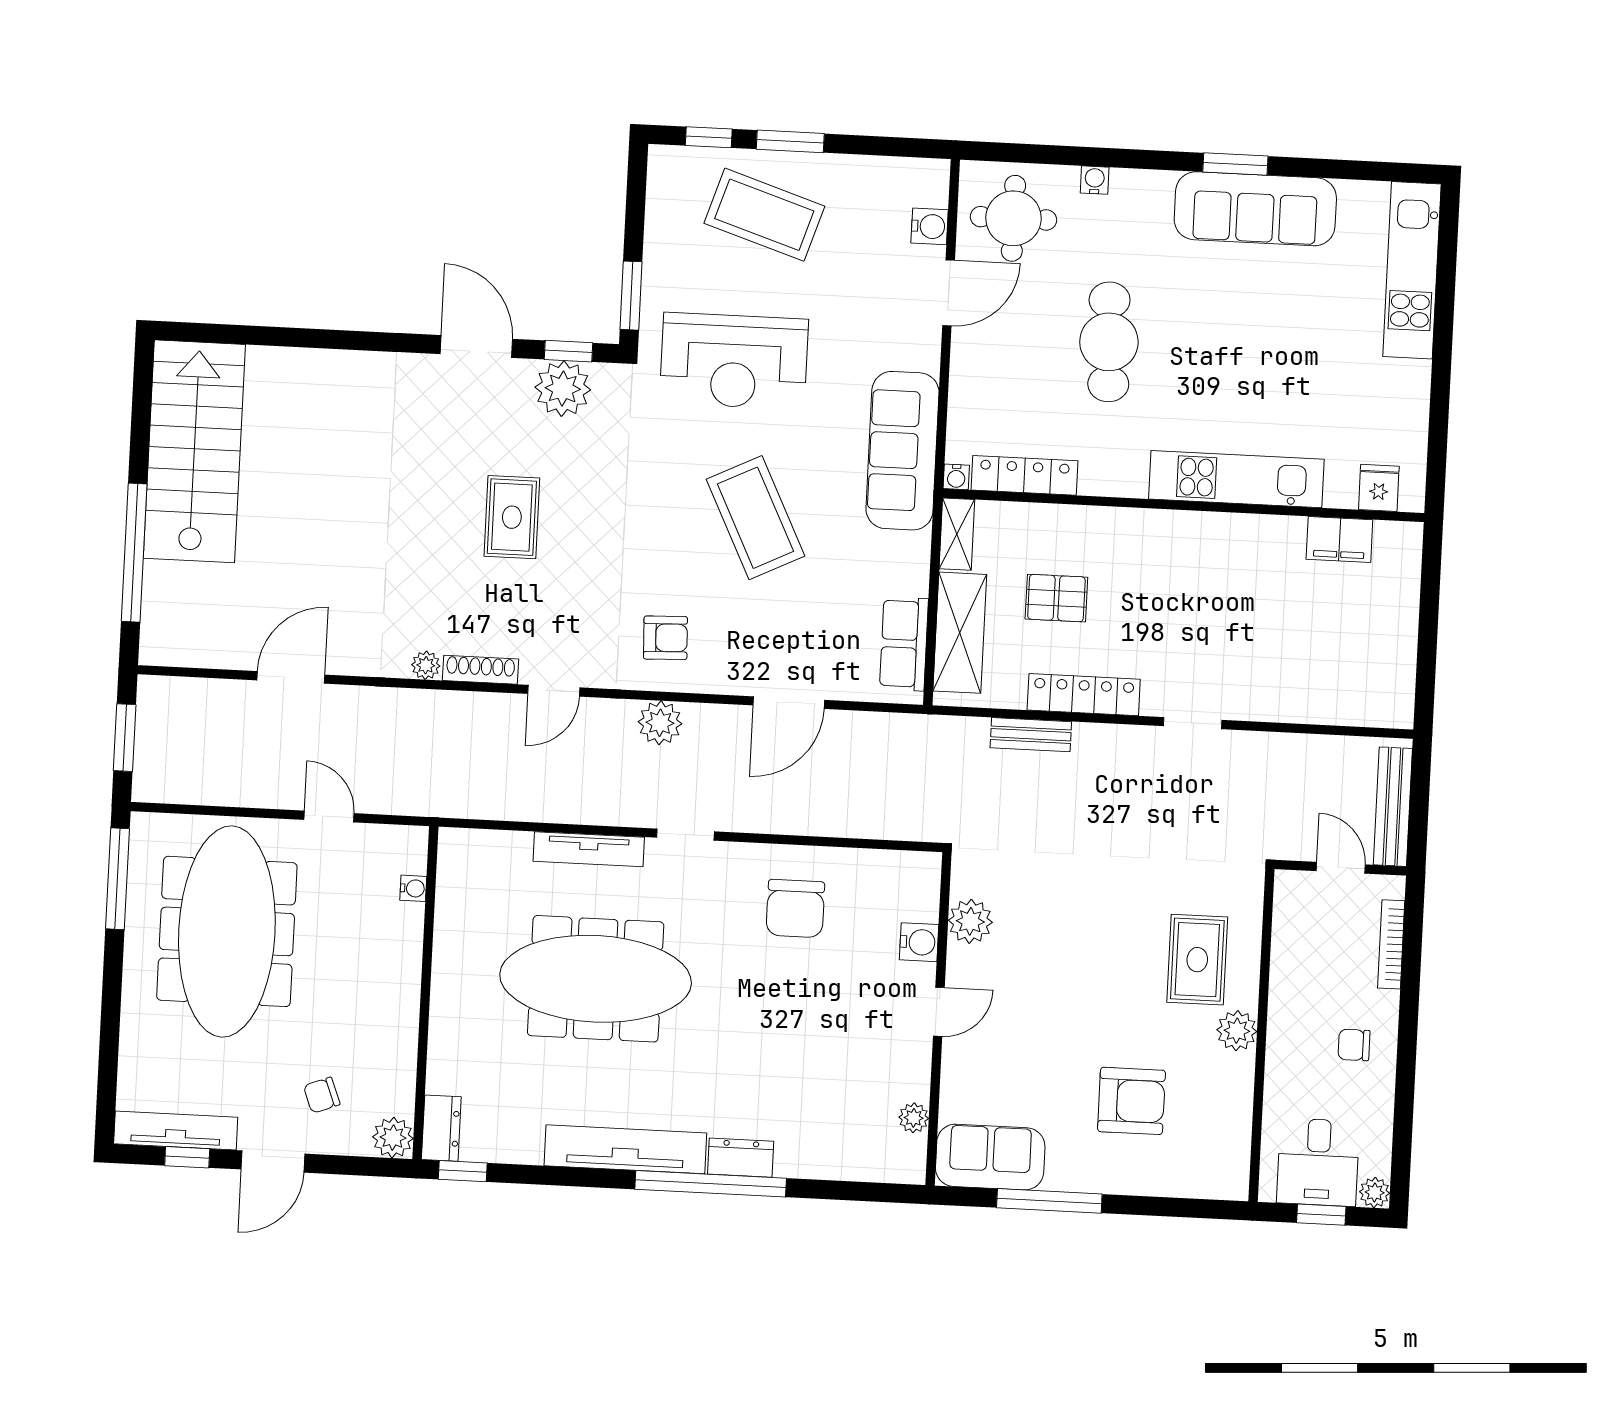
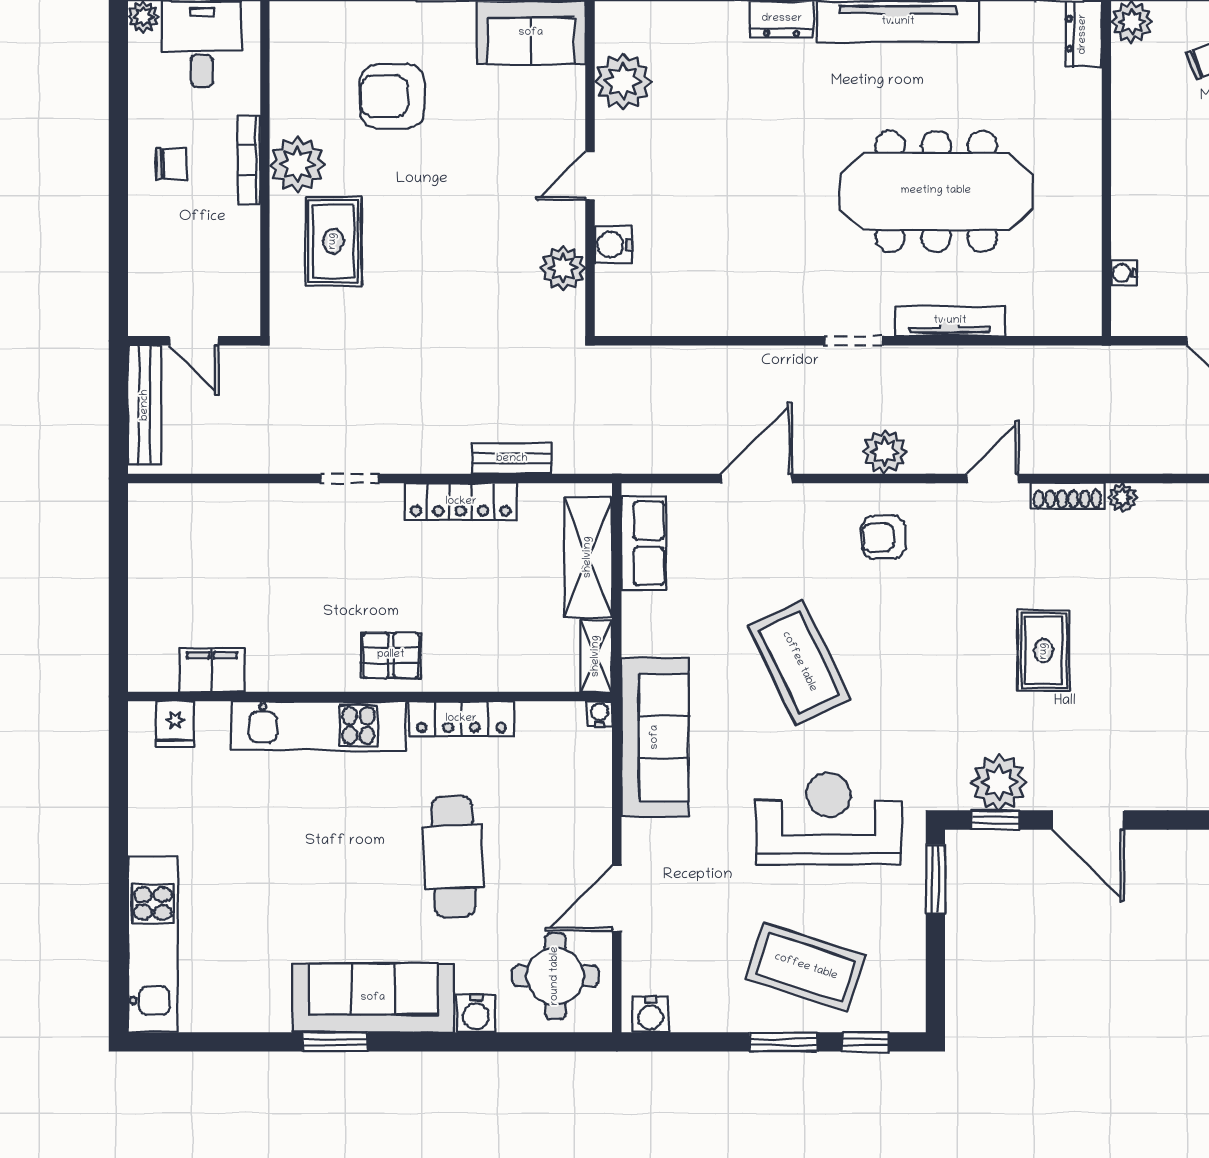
water cooler: (1095, 180) -> (476, 1013), width x1.38, depth x1.38
sofa: (1255, 209) -> (373, 998), moved
water cooler: (930, 226) -> (651, 1015), moved, turned -90
locker: (1025, 475) -> (461, 719), moved
pallet: (1056, 598) -> (391, 655), moved
chair: (795, 909) -> (739, 272), removed
bookcase: (1391, 944) -> (249, 160), moved, turned 180
plant: (1237, 1031) -> (297, 165), width x1.36, depth x1.36
plant: (914, 1118) -> (623, 81), width x1.87, depth x1.87

